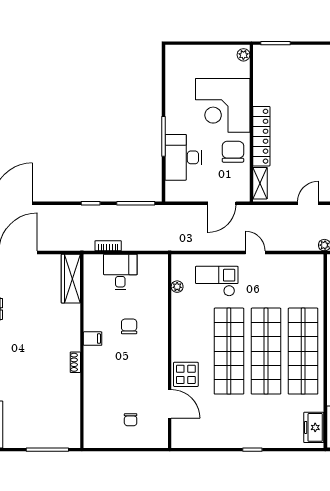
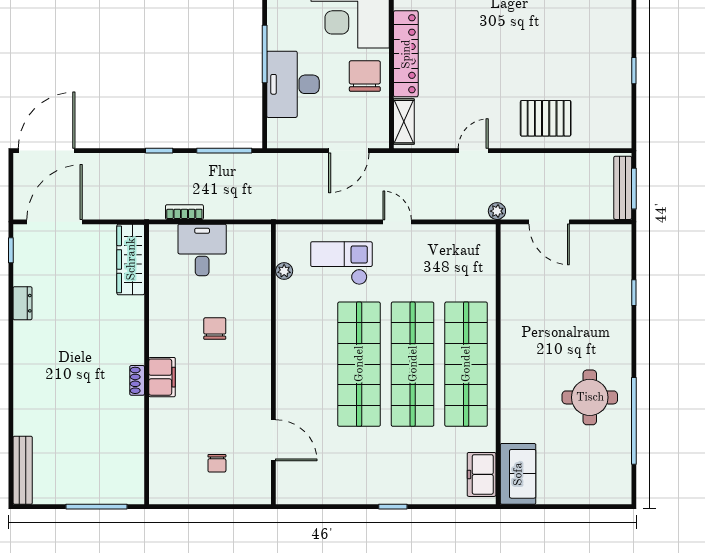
filing cabinet: (93, 339) -> (162, 377), moved, width x2.00
display table: (186, 374) -> (297, 398), removed

